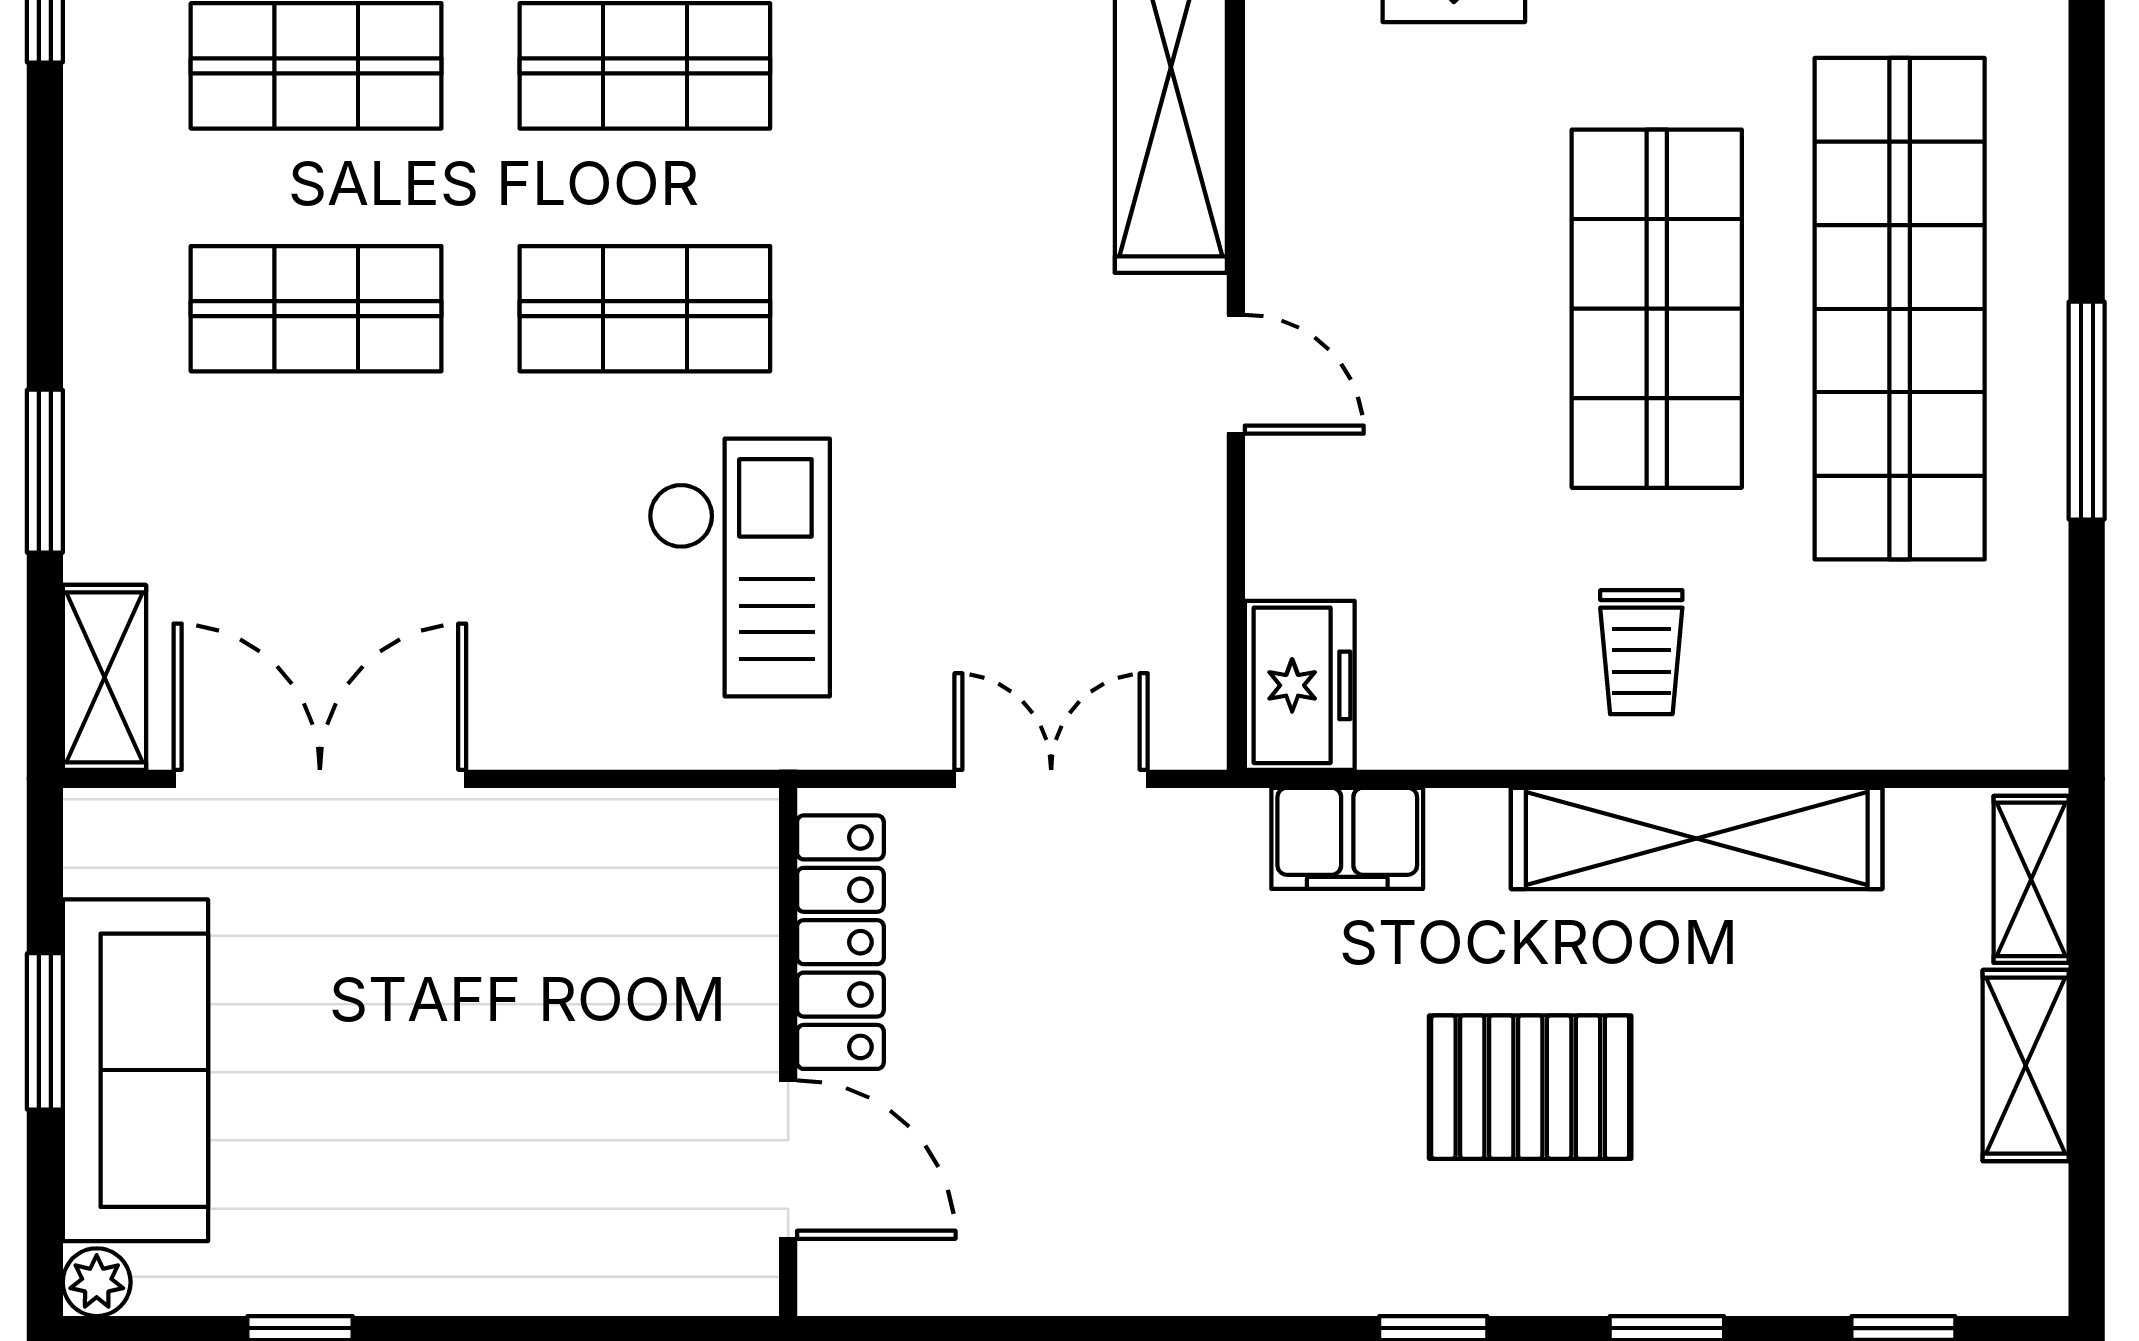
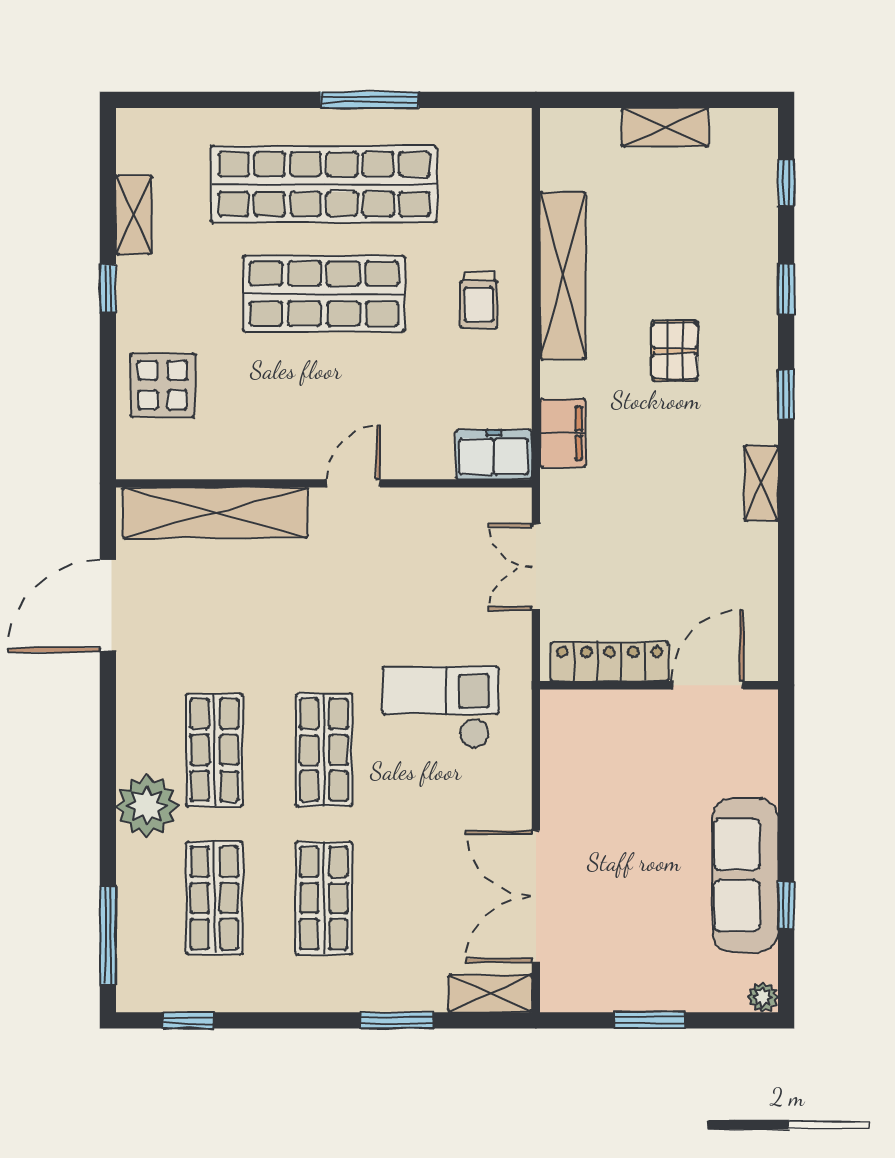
trolley: (1641, 652) -> (479, 301), turned 90
shelving: (2031, 879) -> (761, 483), moved, turned 90
sofa: (135, 1070) -> (745, 875), moved, turned -90
pallet: (1530, 1087) -> (675, 351), width x0.67, depth x0.71

